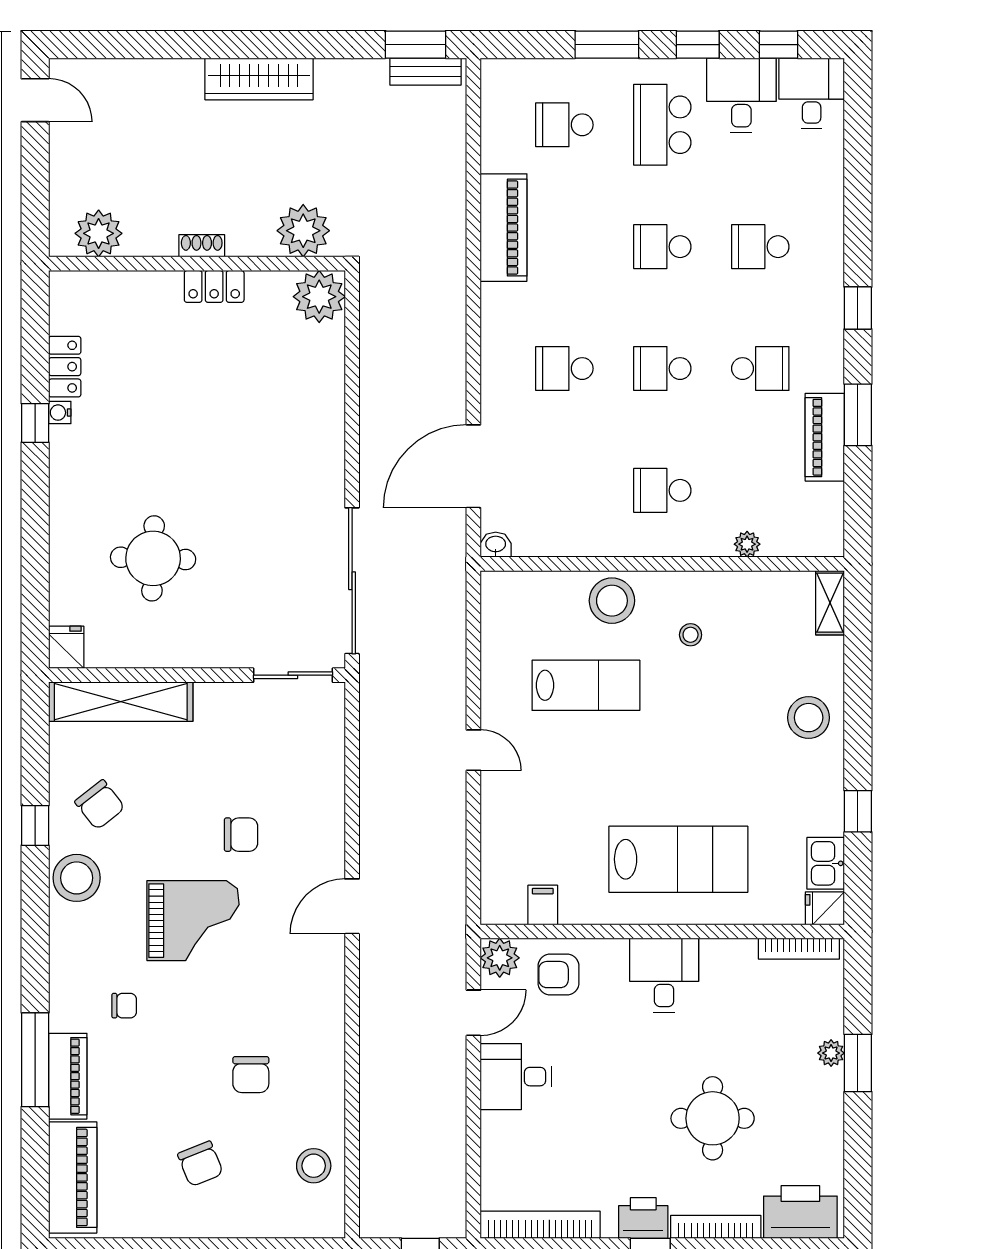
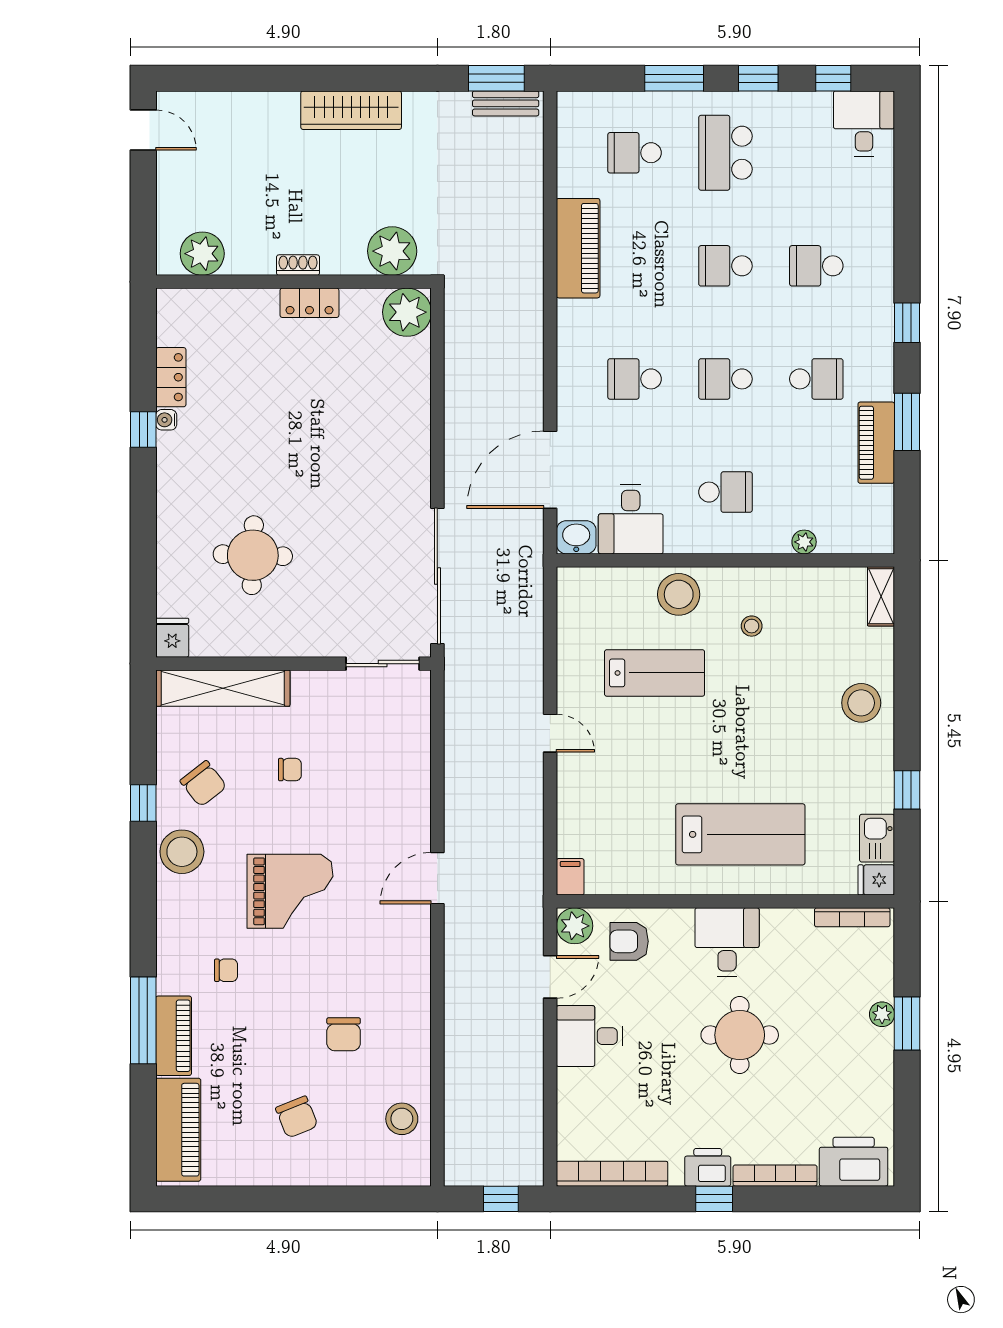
desk: (741, 95) -> (631, 519), moved, turned 180
school desk: (662, 490) -> (725, 492), turned 180
washbasin: (496, 545) -> (576, 537), width x1.38, depth x1.45
chair: (241, 835) -> (290, 770), moved, width x0.73, depth x0.73
filing cabinet: (543, 905) -> (570, 877), moved
round table: (713, 1118) -> (740, 1035), moved

